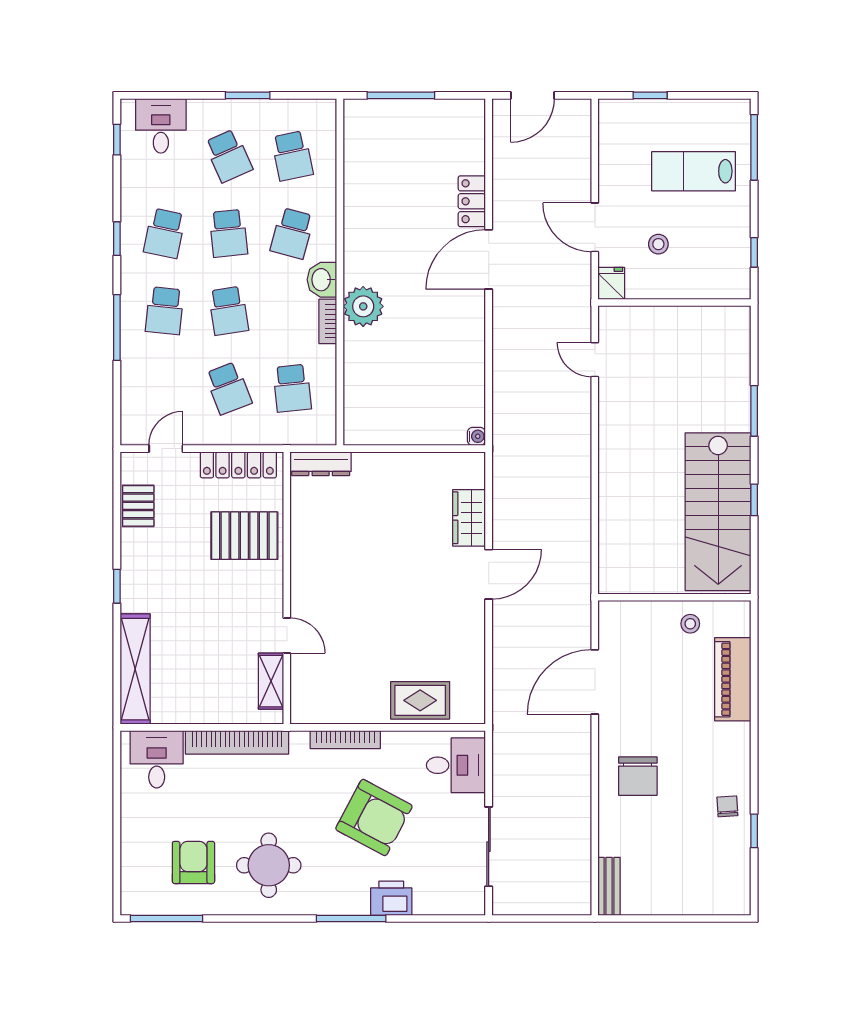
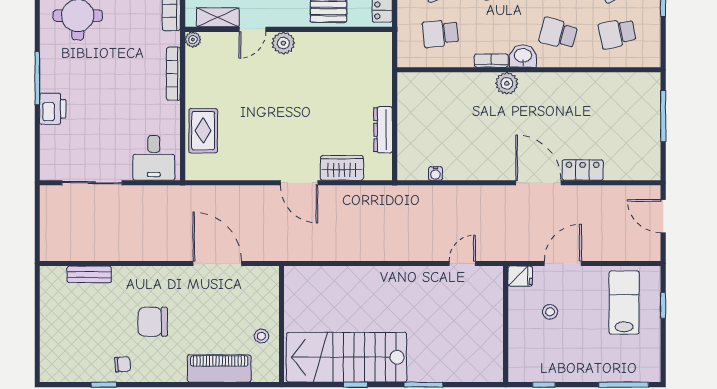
lab bench: (694, 171) -> (624, 303), moved
plant: (363, 306) -> (507, 83), width x0.73, depth x0.73
water cooler: (476, 436) -> (435, 173), moved
dresser: (321, 464) -> (383, 130), moved
plant: (305, 595) -> (283, 43), added
plant: (300, 714) -> (193, 40), added
chair: (638, 776) -> (153, 322), moved
armchair: (374, 817) -> (114, 96), removed
bench: (609, 886) -> (89, 274), moved

